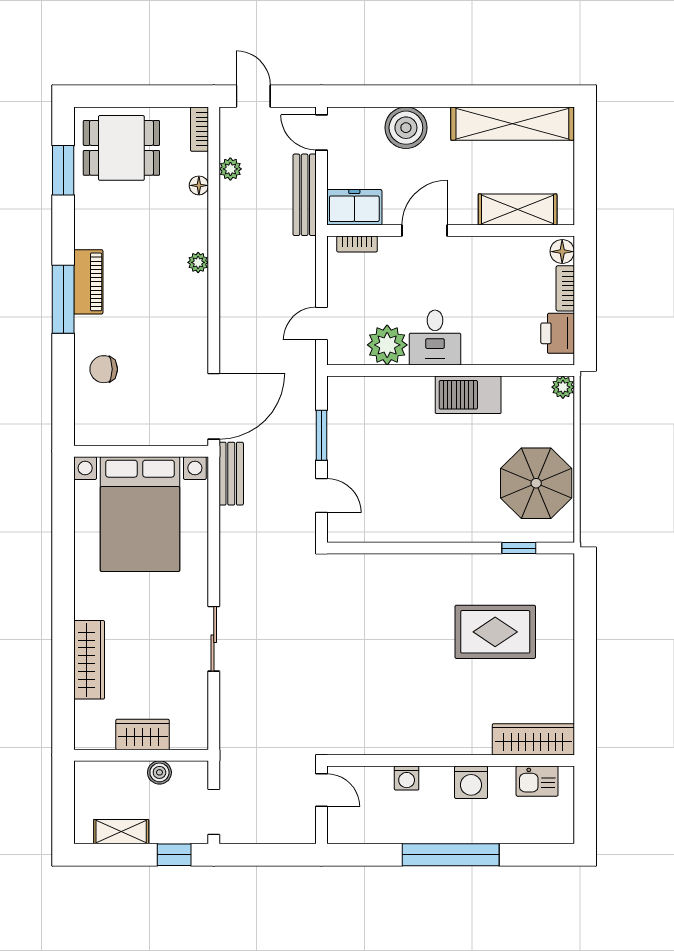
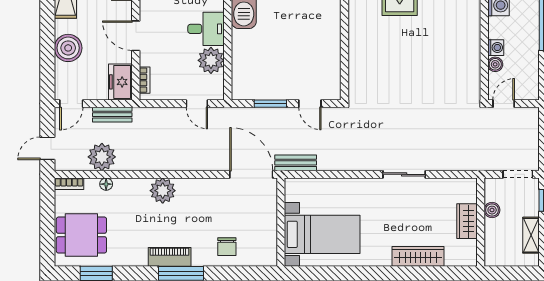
dining table: (121, 148) -> (81, 235), turned 90
plant: (230, 169) -> (102, 157), width x1.88, depth x1.88
bench: (305, 195) -> (112, 115), width x0.73
plant: (198, 262) -> (163, 191), width x1.88, depth x1.88
door: (321, 496) -> (310, 104), swing flipped
bed with nightstands: (140, 514) -> (322, 234), width x0.73
boiler: (381, 777) -> (495, 64), added

